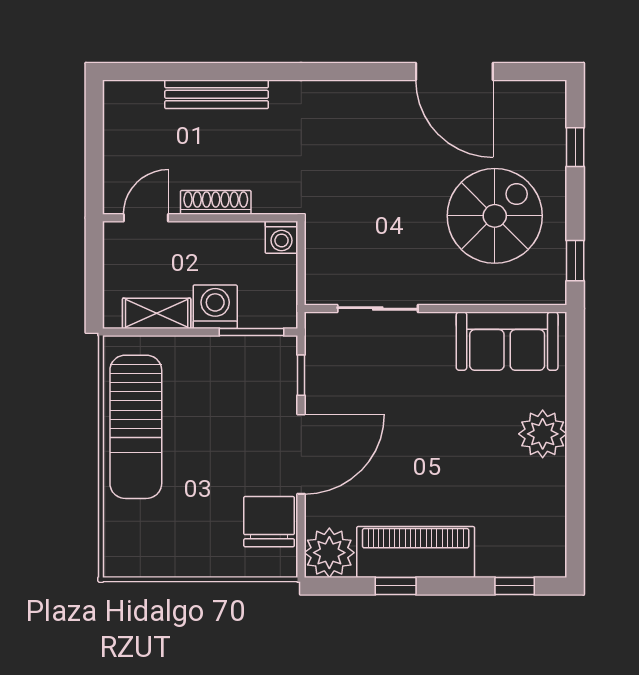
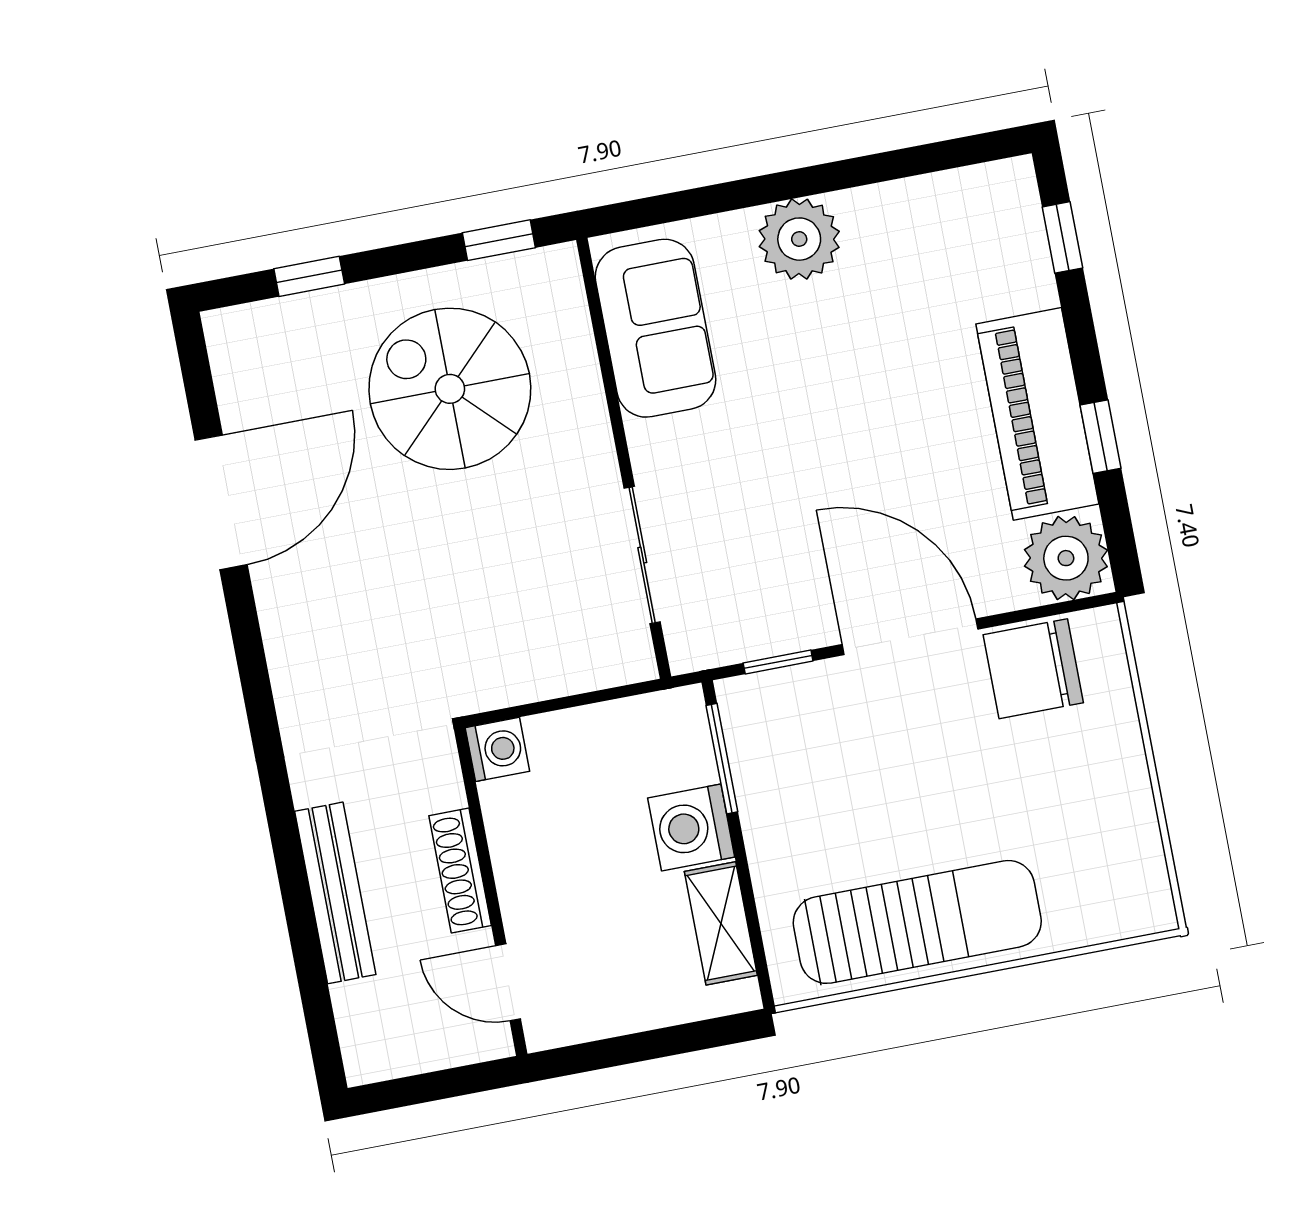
shoe rack: (216, 202) -> (460, 871), moved
door: (146, 218) -> (508, 982), moved
wall: (200, 218) -> (491, 892), moved
washing machine: (282, 237) -> (497, 749), moved

